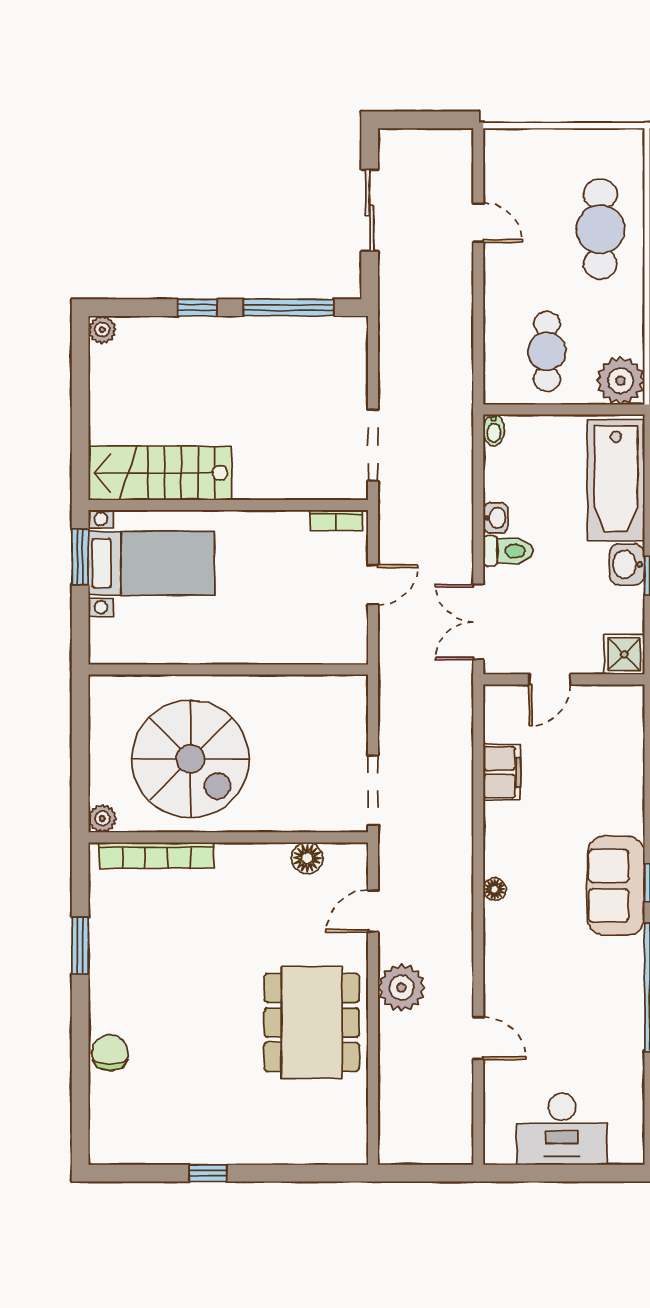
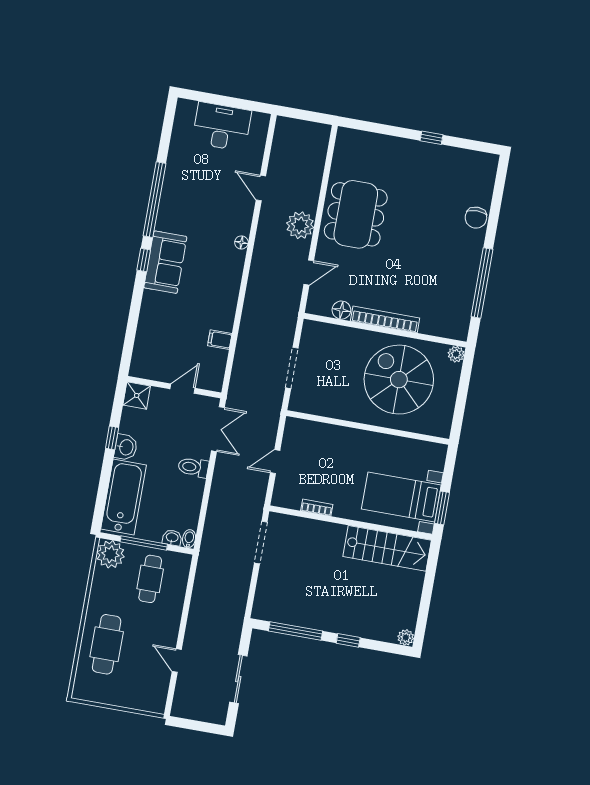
window: (568, 410) -> (144, 543), added
washbasin: (496, 518) -> (172, 538), moved, turned 90
bookcase: (336, 520) -> (317, 508), moved
filing cabinet: (502, 772) -> (220, 340), width x0.50
doorway: (373, 790) -> (292, 368), moved
bookcase: (157, 855) -> (385, 319), moved
floor lamp: (495, 889) -> (241, 242), moved
window: (80, 945) -> (482, 283), width x2.11

